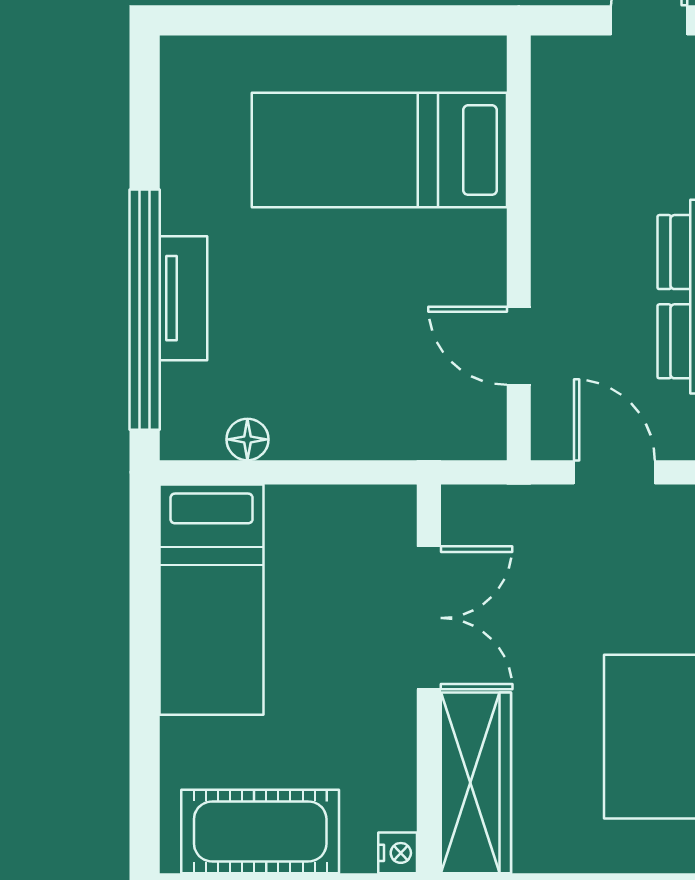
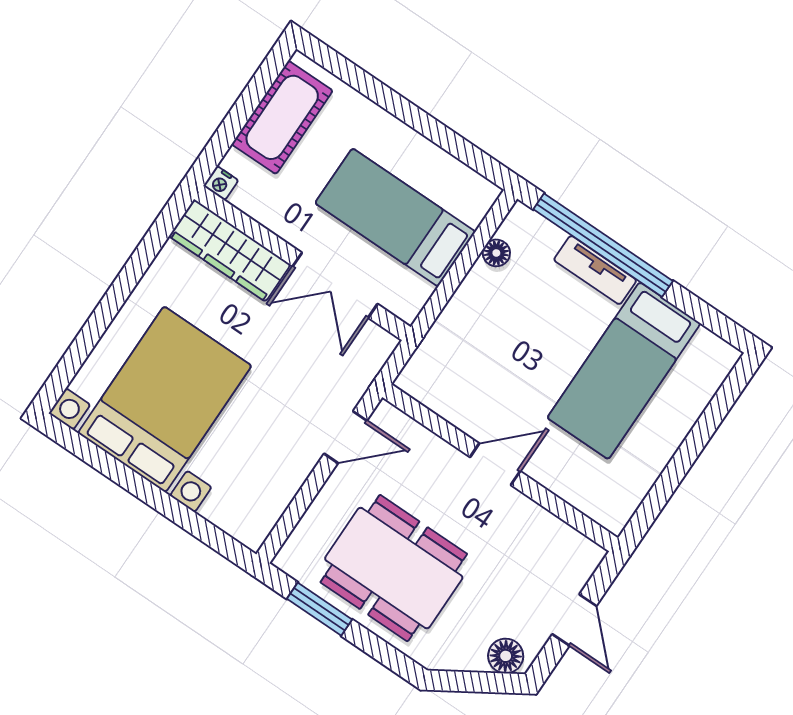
bed: (379, 150) -> (624, 371), moved, turned 180
door: (519, 346) -> (495, 464), moved
bed: (212, 600) -> (395, 217), moved

